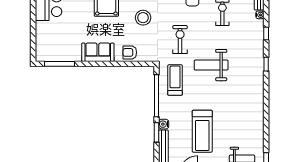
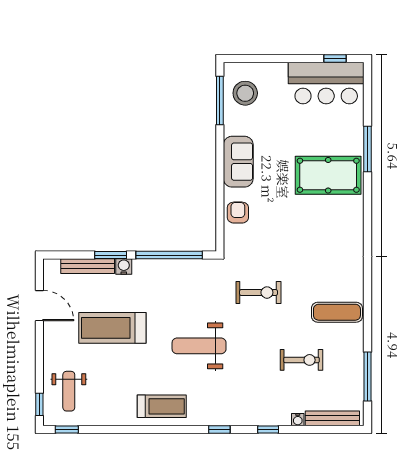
stool: (143, 18) -> (245, 93), moved
weight bench: (211, 65) -> (199, 346), moved, turned -90
treadmill: (175, 80) -> (162, 406), moved

